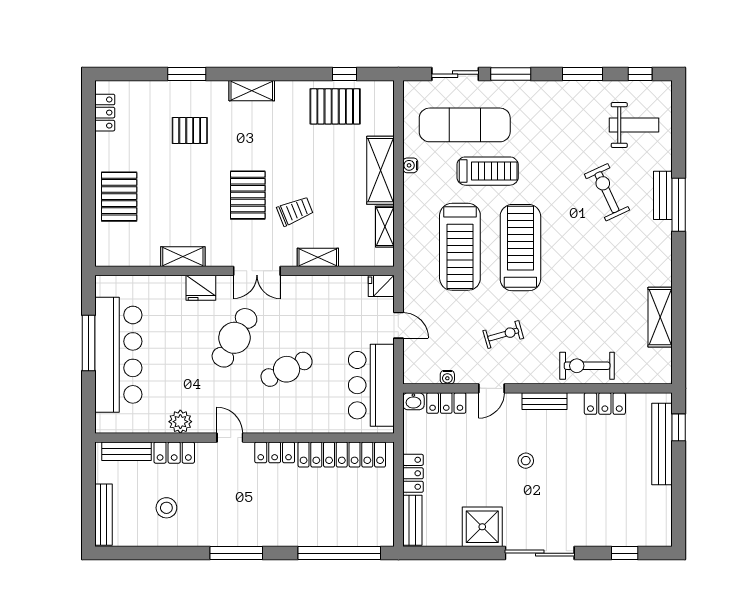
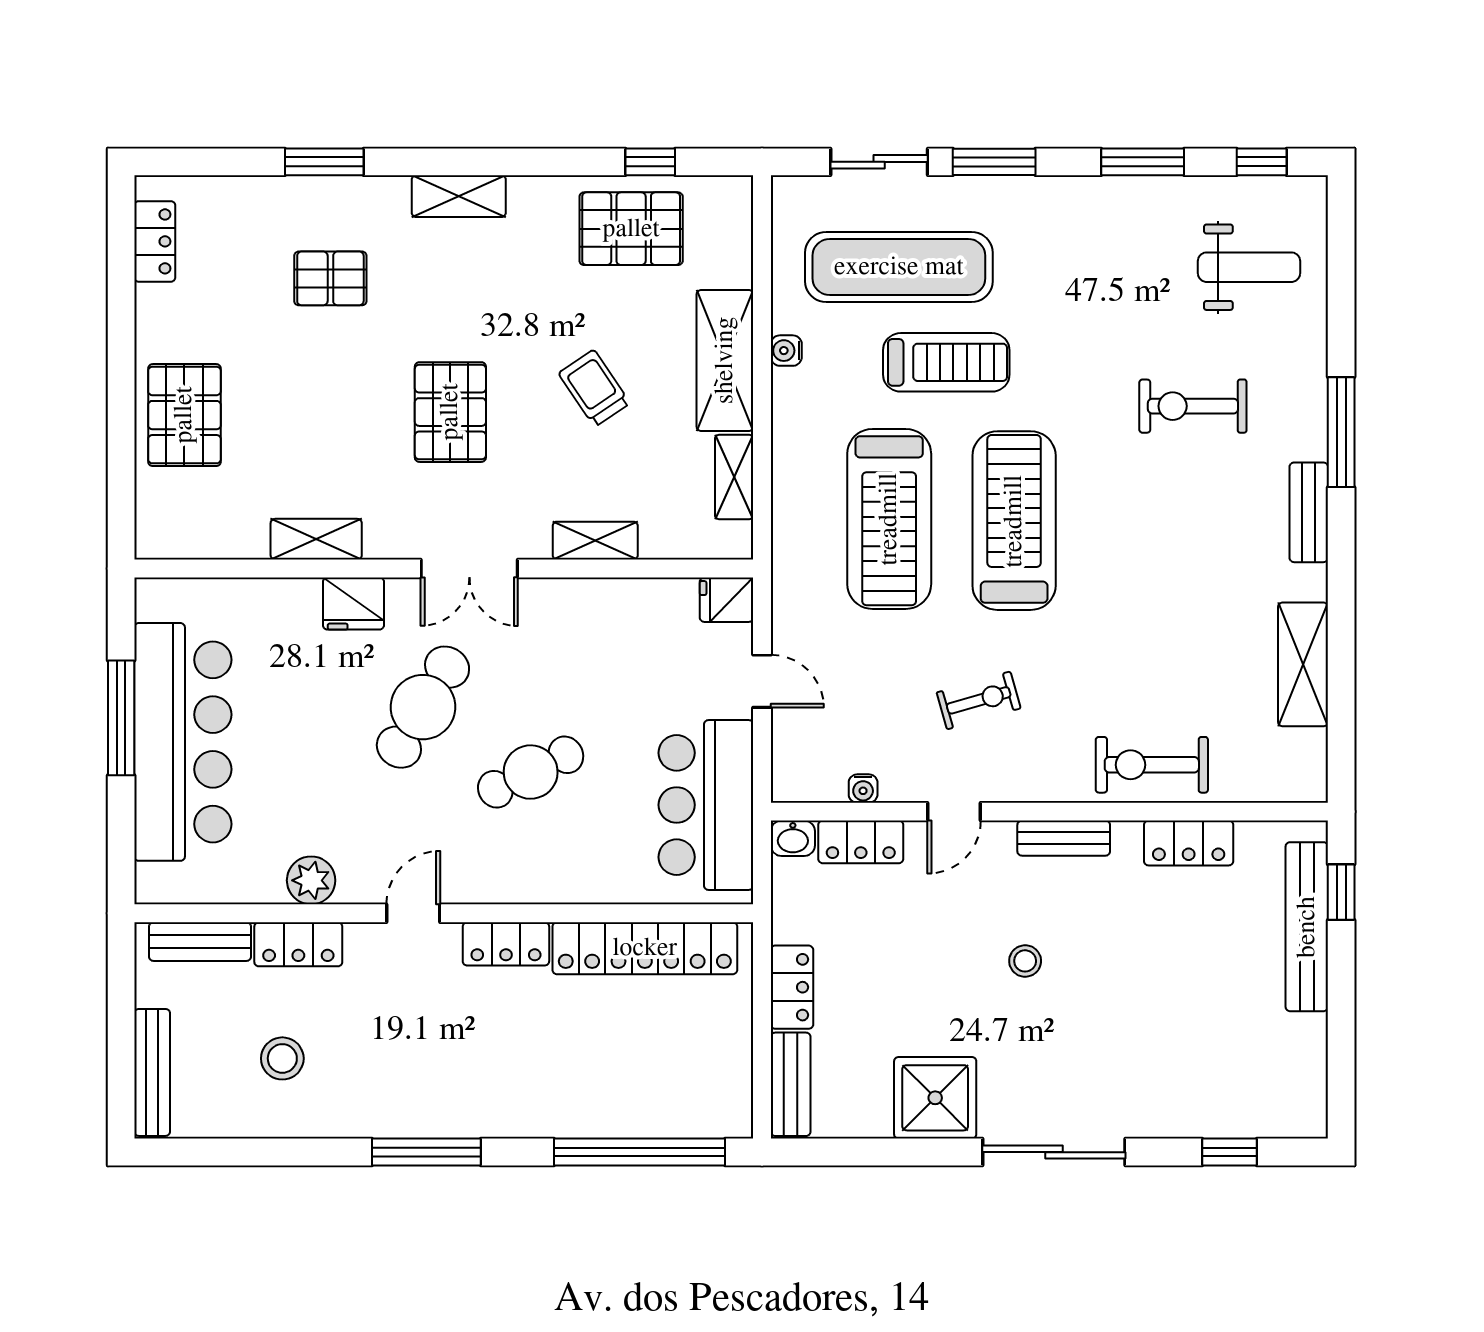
exercise bike: (607, 192) -> (1193, 406), turned -65
bench: (663, 195) -> (1309, 512), moved
trolley: (295, 211) -> (594, 388), moved, turned -102
door: (230, 438) -> (413, 913), hinge flipped

